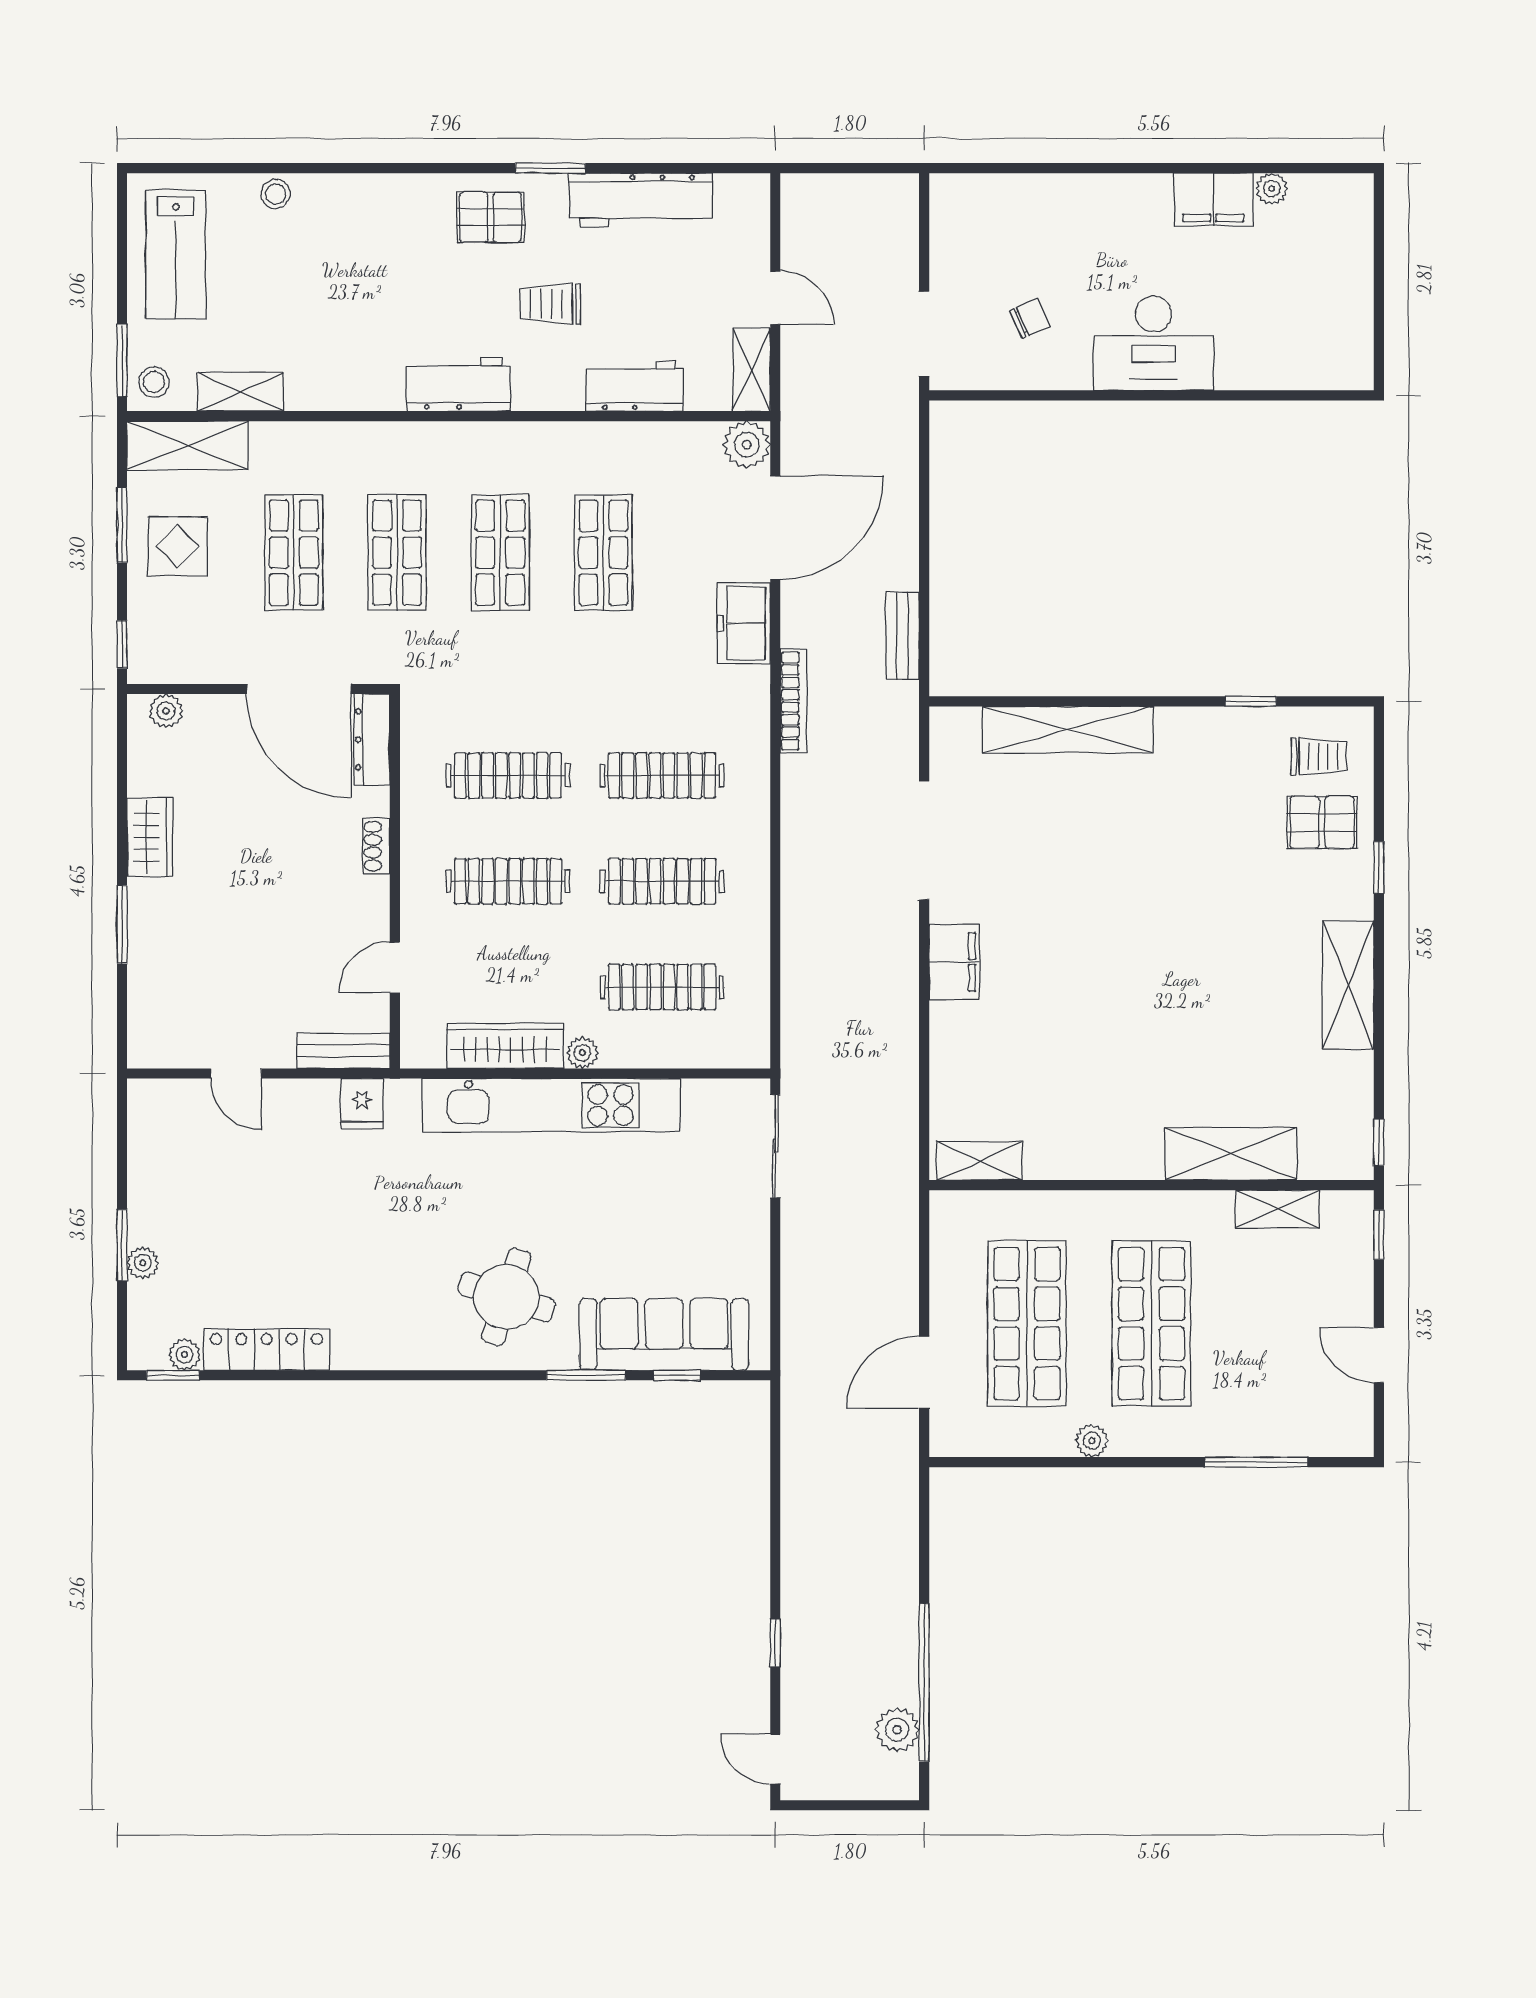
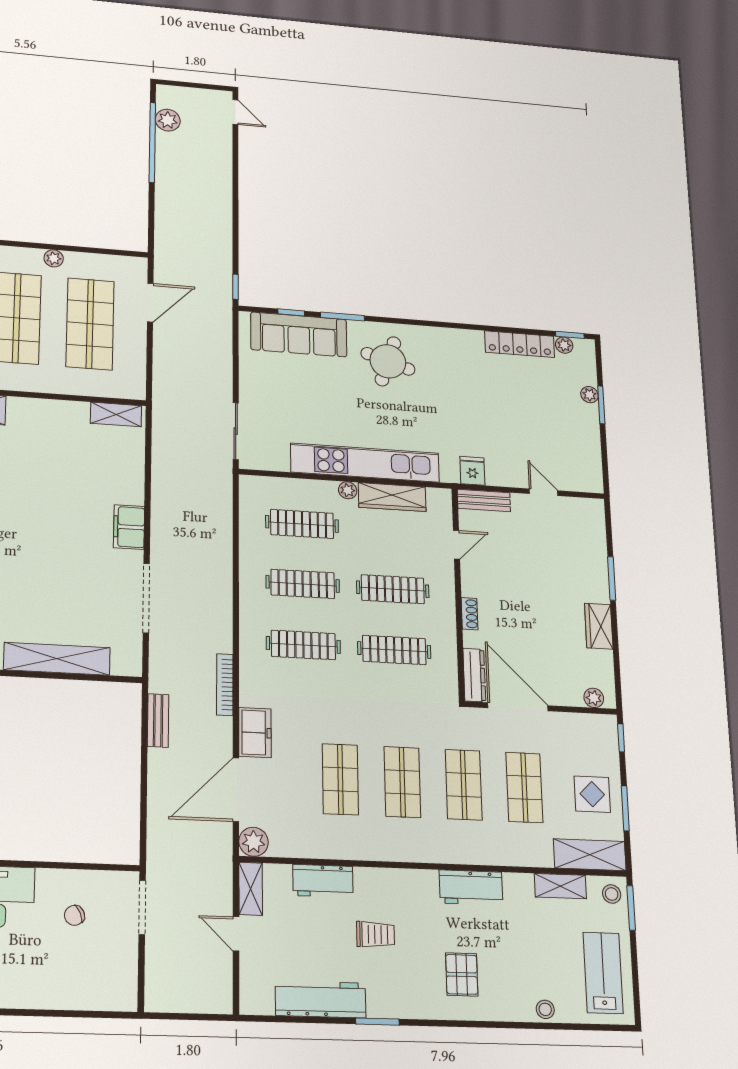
pallet: (490, 217) -> (462, 974), moved, turned 90
workbench: (458, 384) -> (471, 888), moved
window: (775, 1643) -> (236, 287), moved

